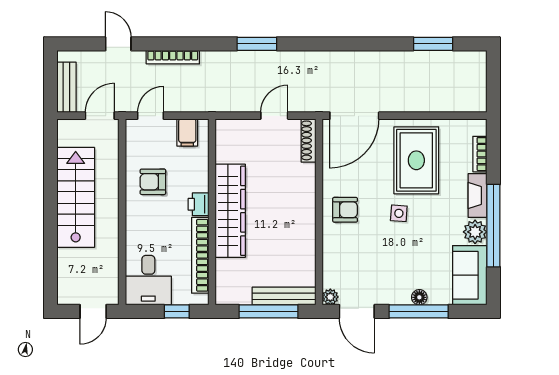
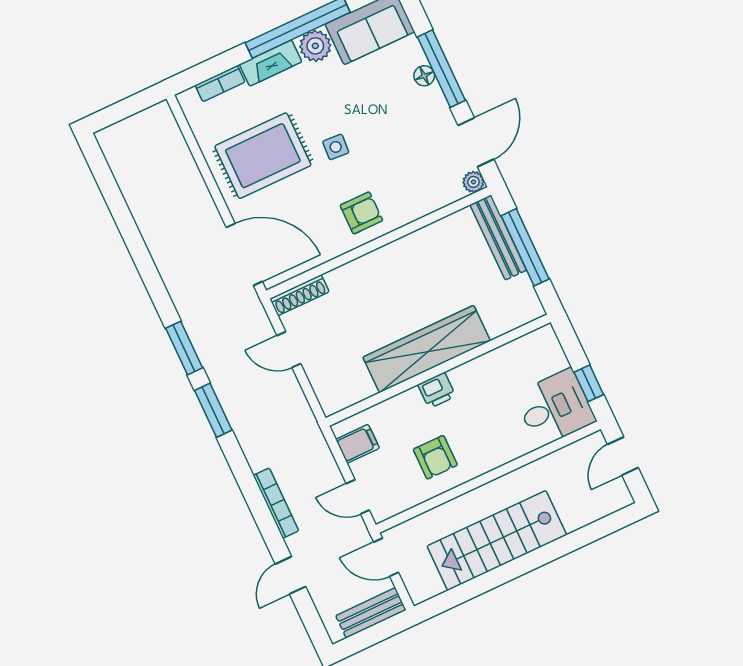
window: (433, 44) -> (184, 348), moved
armchair: (345, 210) -> (361, 213), turned 90
bookcase: (200, 255) -> (496, 360), removed
door: (93, 311) -> (623, 456), swing flipped
window: (177, 311) -> (589, 383), moved

